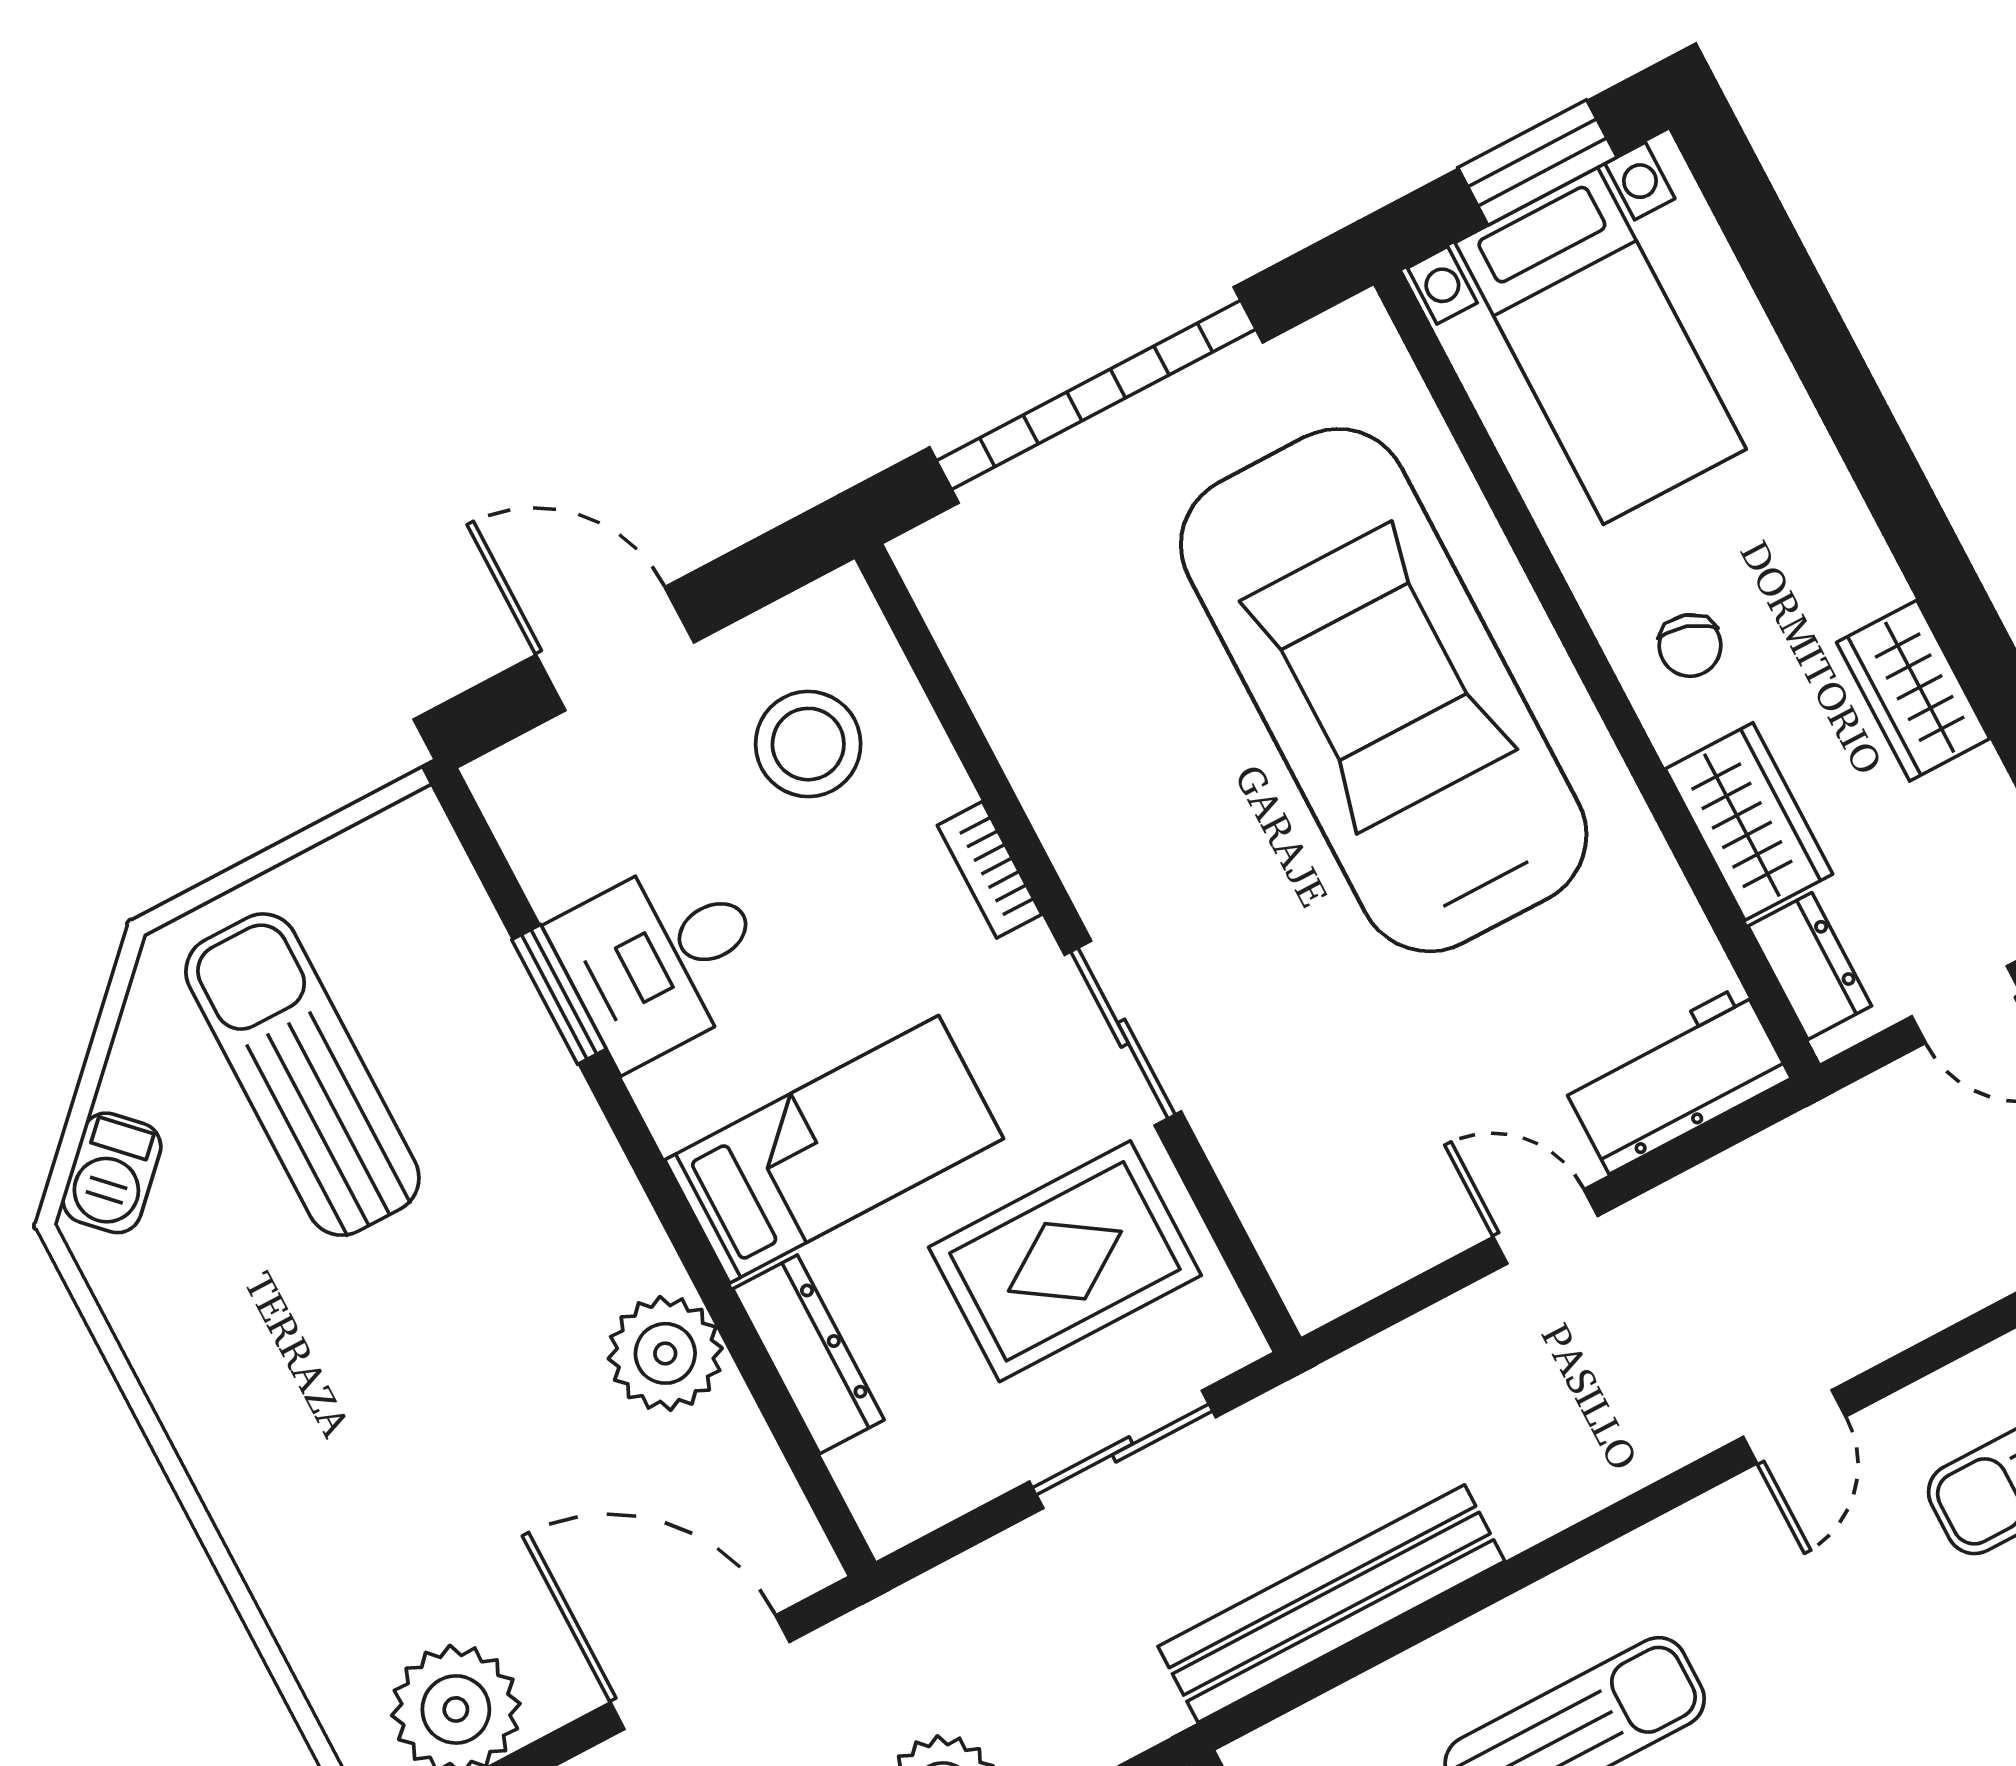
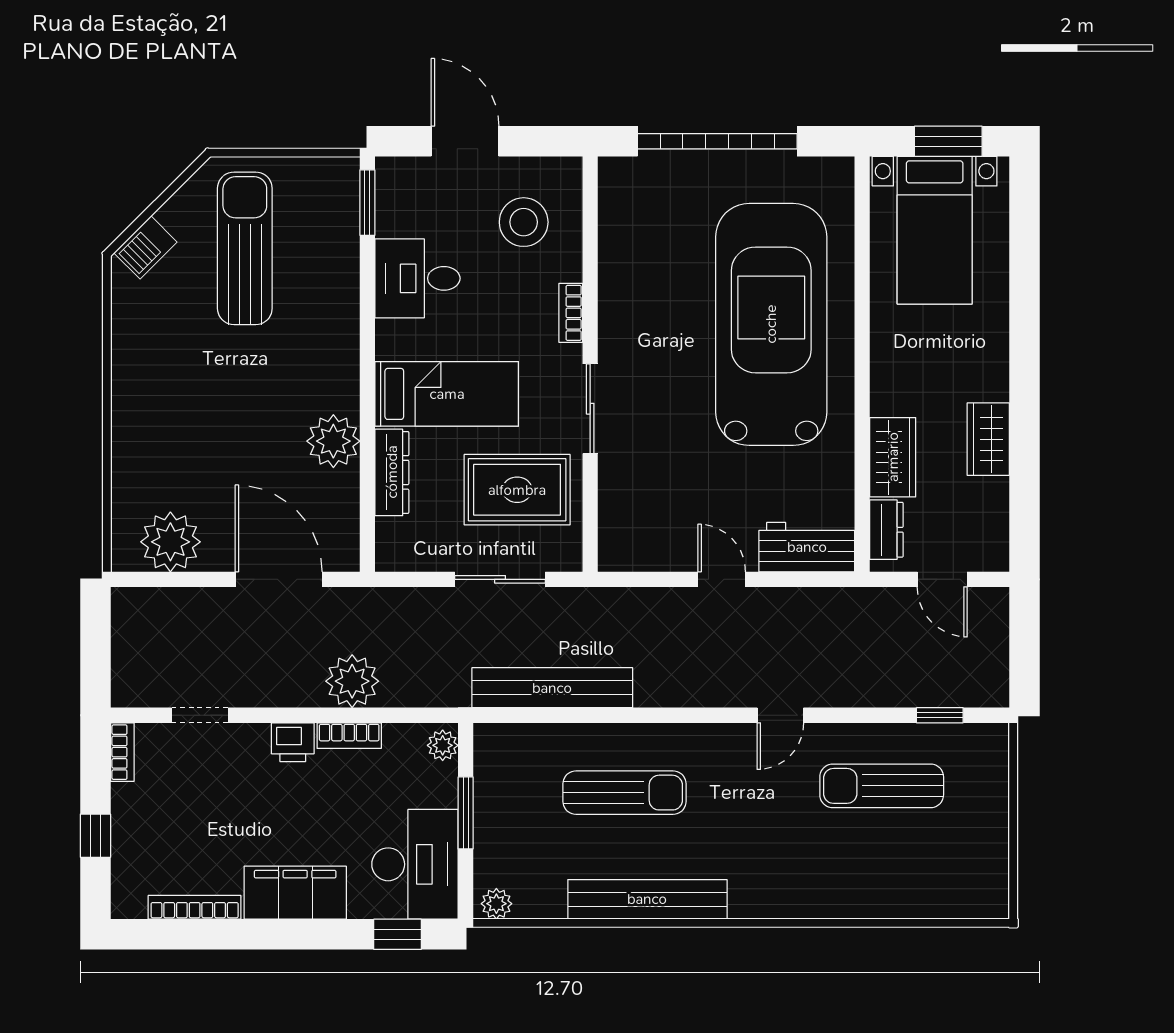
chair: (1690, 645) -> (907, 372), removed
window: (559, 994) -> (367, 203), moved

